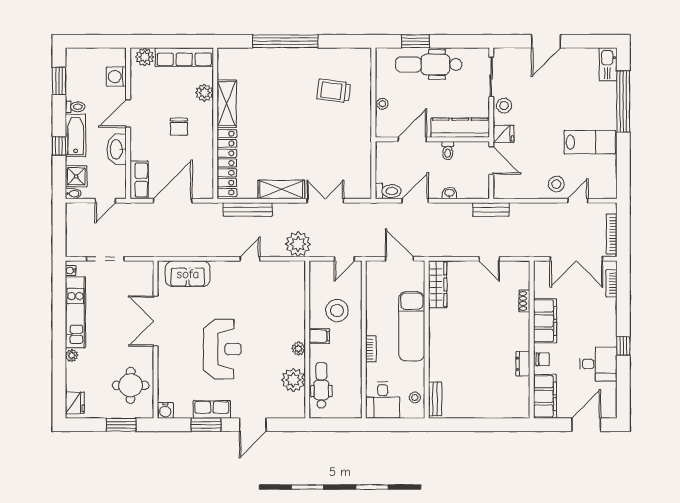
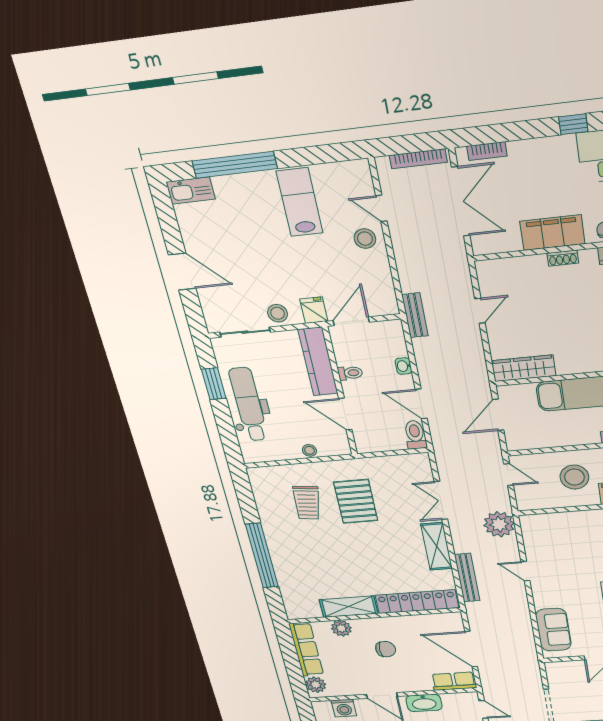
window: (415, 41) -> (214, 384), moved
dental chair: (429, 64) -> (249, 404), turned 180
pallet: (331, 131) -> (356, 501), added
shoe rack: (524, 301) -> (563, 258), moved

